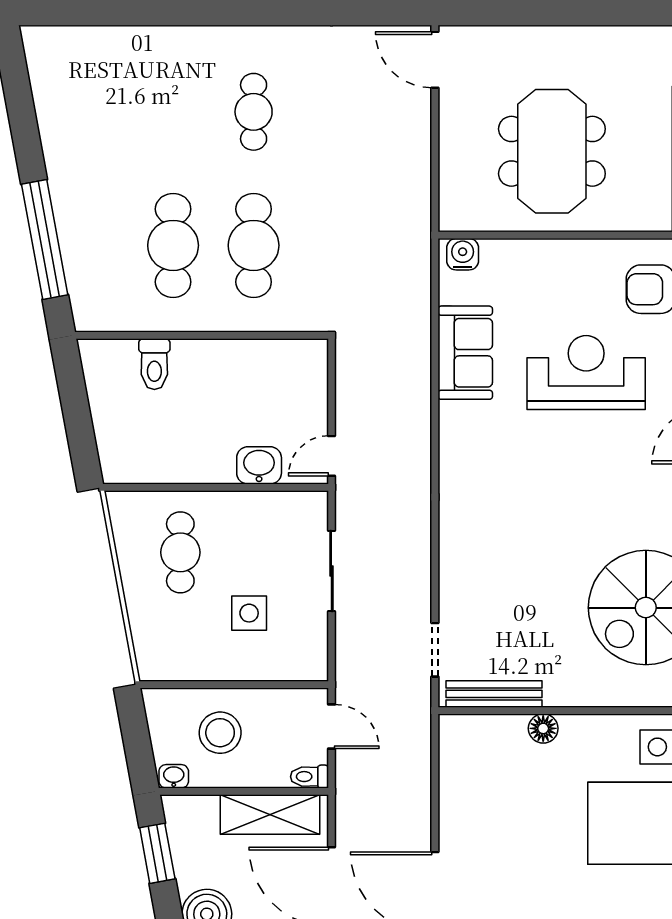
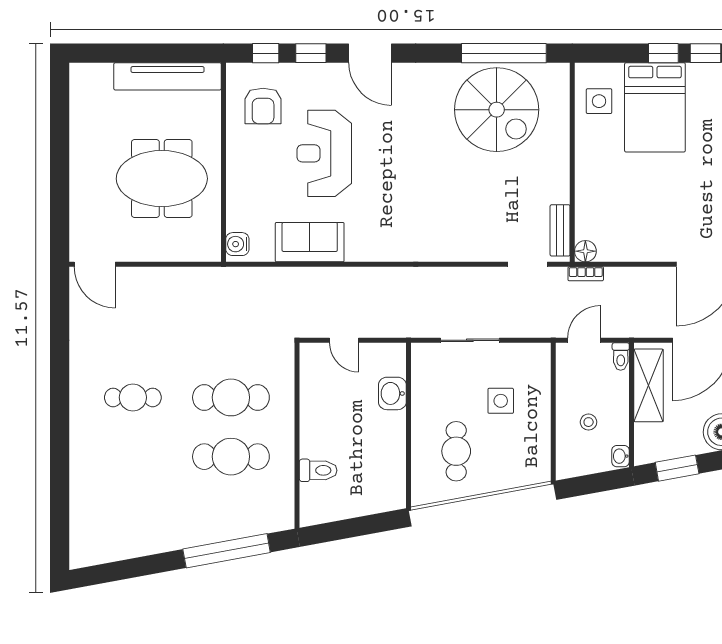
door: (435, 60) -> (95, 264), hinge flipped
door: (331, 456) -> (344, 340), moved
cafe table: (180, 552) -> (456, 451), turned 90
bench: (494, 694) -> (560, 230), width x0.73
floor lamp: (543, 728) -> (585, 251), moved
bookcase: (422, 729) -> (586, 274), added
stool: (220, 733) -> (589, 422), width x0.53, depth x0.53

